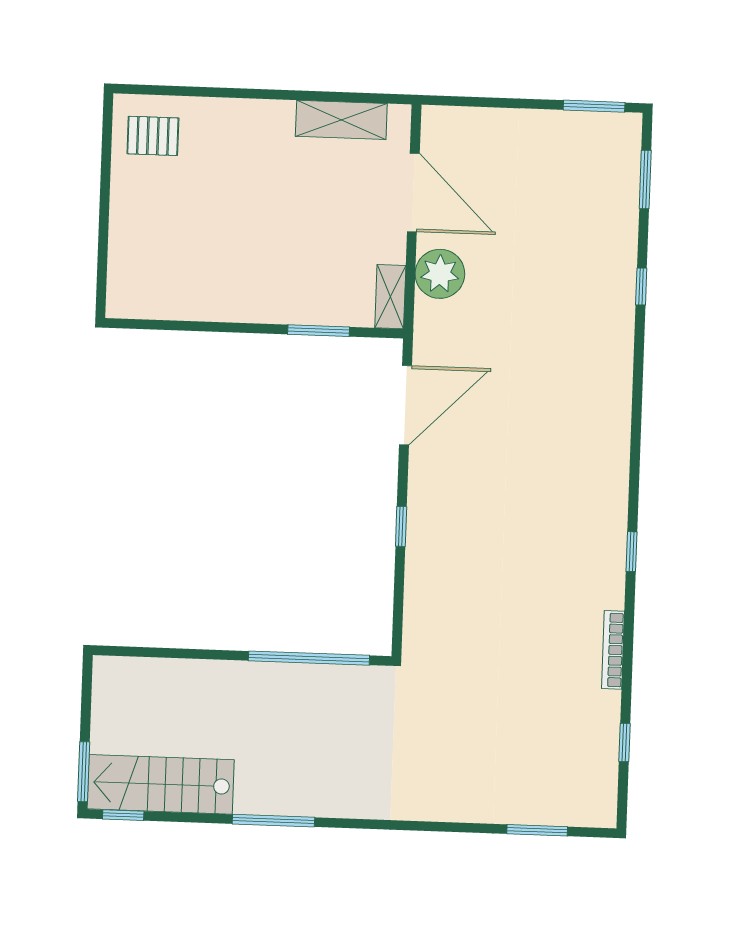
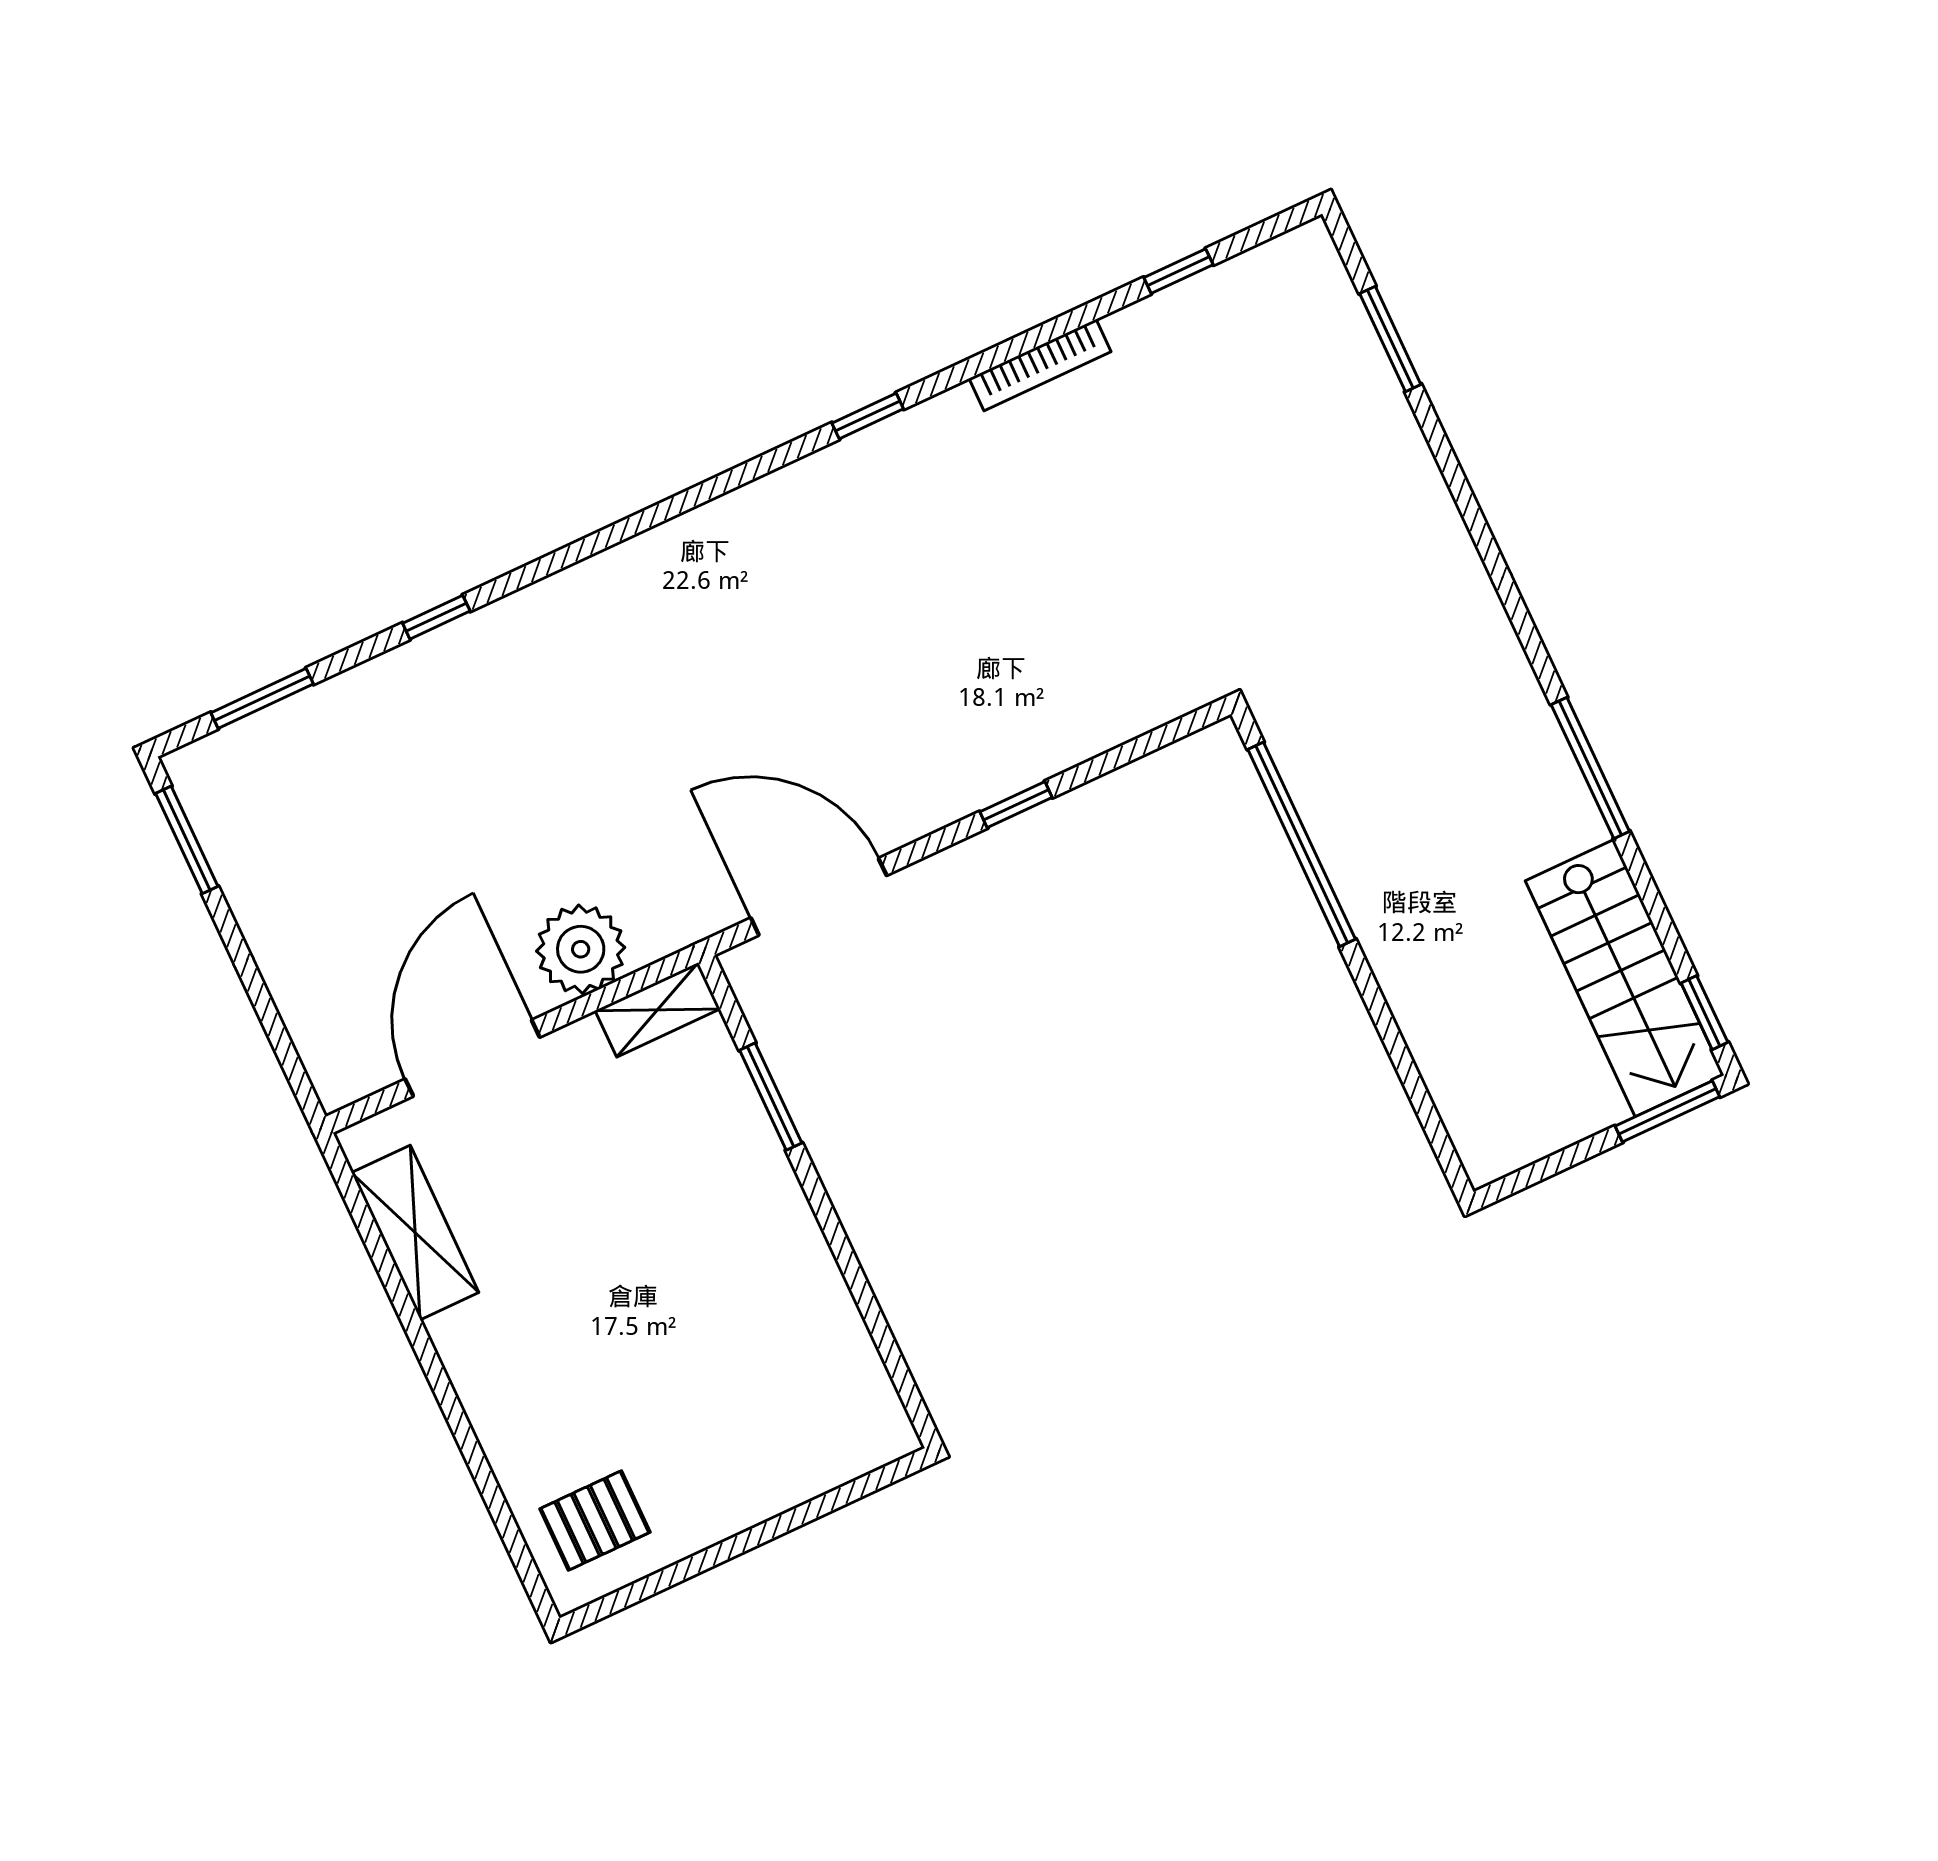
pallet: (153, 136) -> (595, 1521), turned 90

